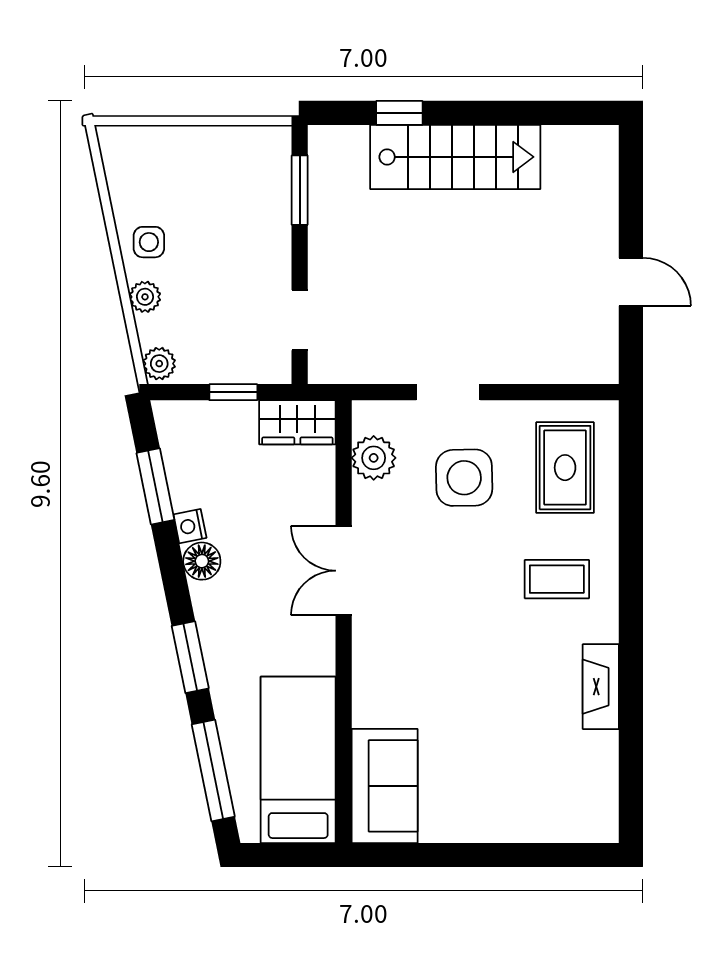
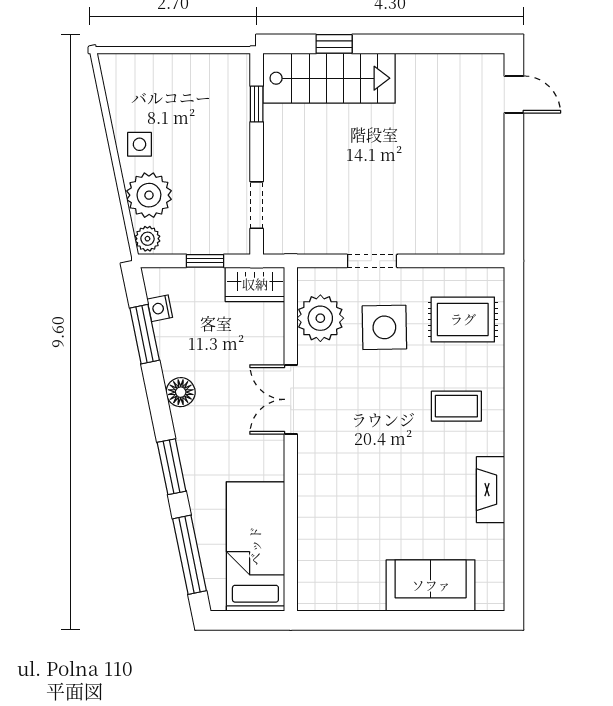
stairs: (455, 157) -> (329, 78), moved
window: (300, 190) -> (257, 104), width x0.67
door: (631, 282) -> (514, 95), moved
plant: (145, 297) -> (149, 195), width x1.87, depth x1.87
plant: (374, 458) -> (320, 318), width x1.36, depth x1.36
rug: (565, 468) -> (463, 319), turned 90
nightstand: (190, 526) -> (160, 308), moved
sofa: (385, 786) -> (431, 585), moved, turned -90

